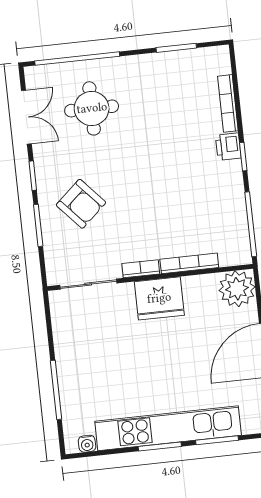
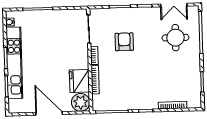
printer: (228, 147) -> (151, 104), removed
armchair: (81, 204) -> (124, 42), moved, turned 132
fridge: (159, 298) -> (79, 81), moved

